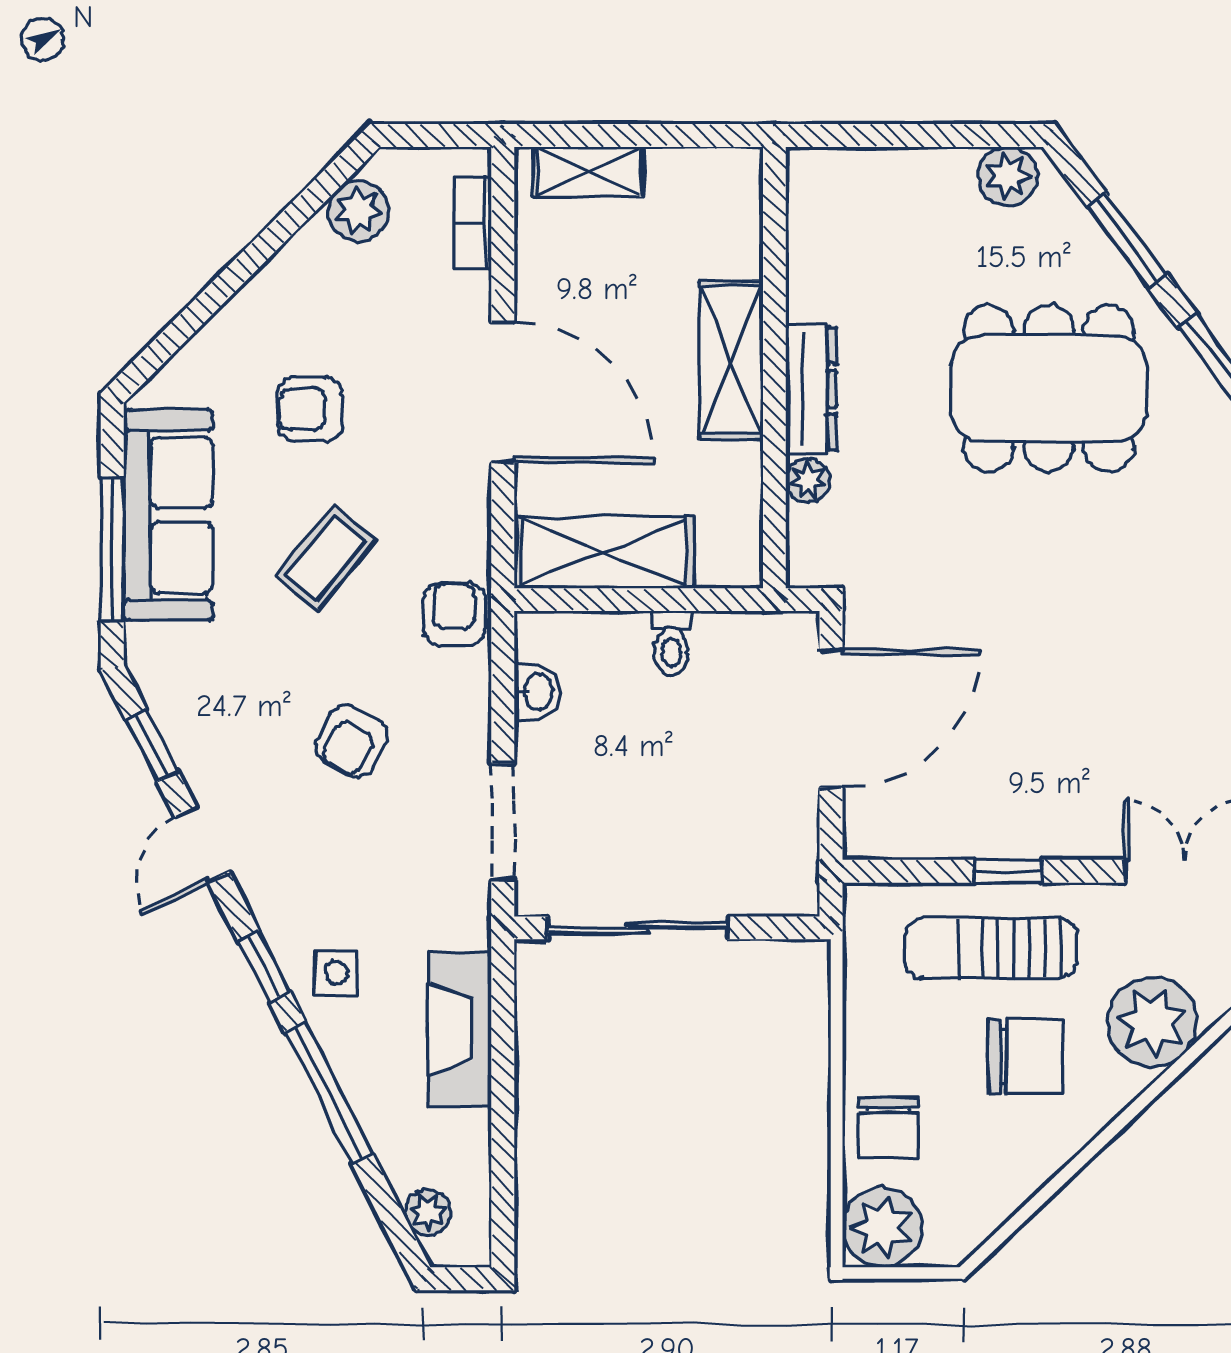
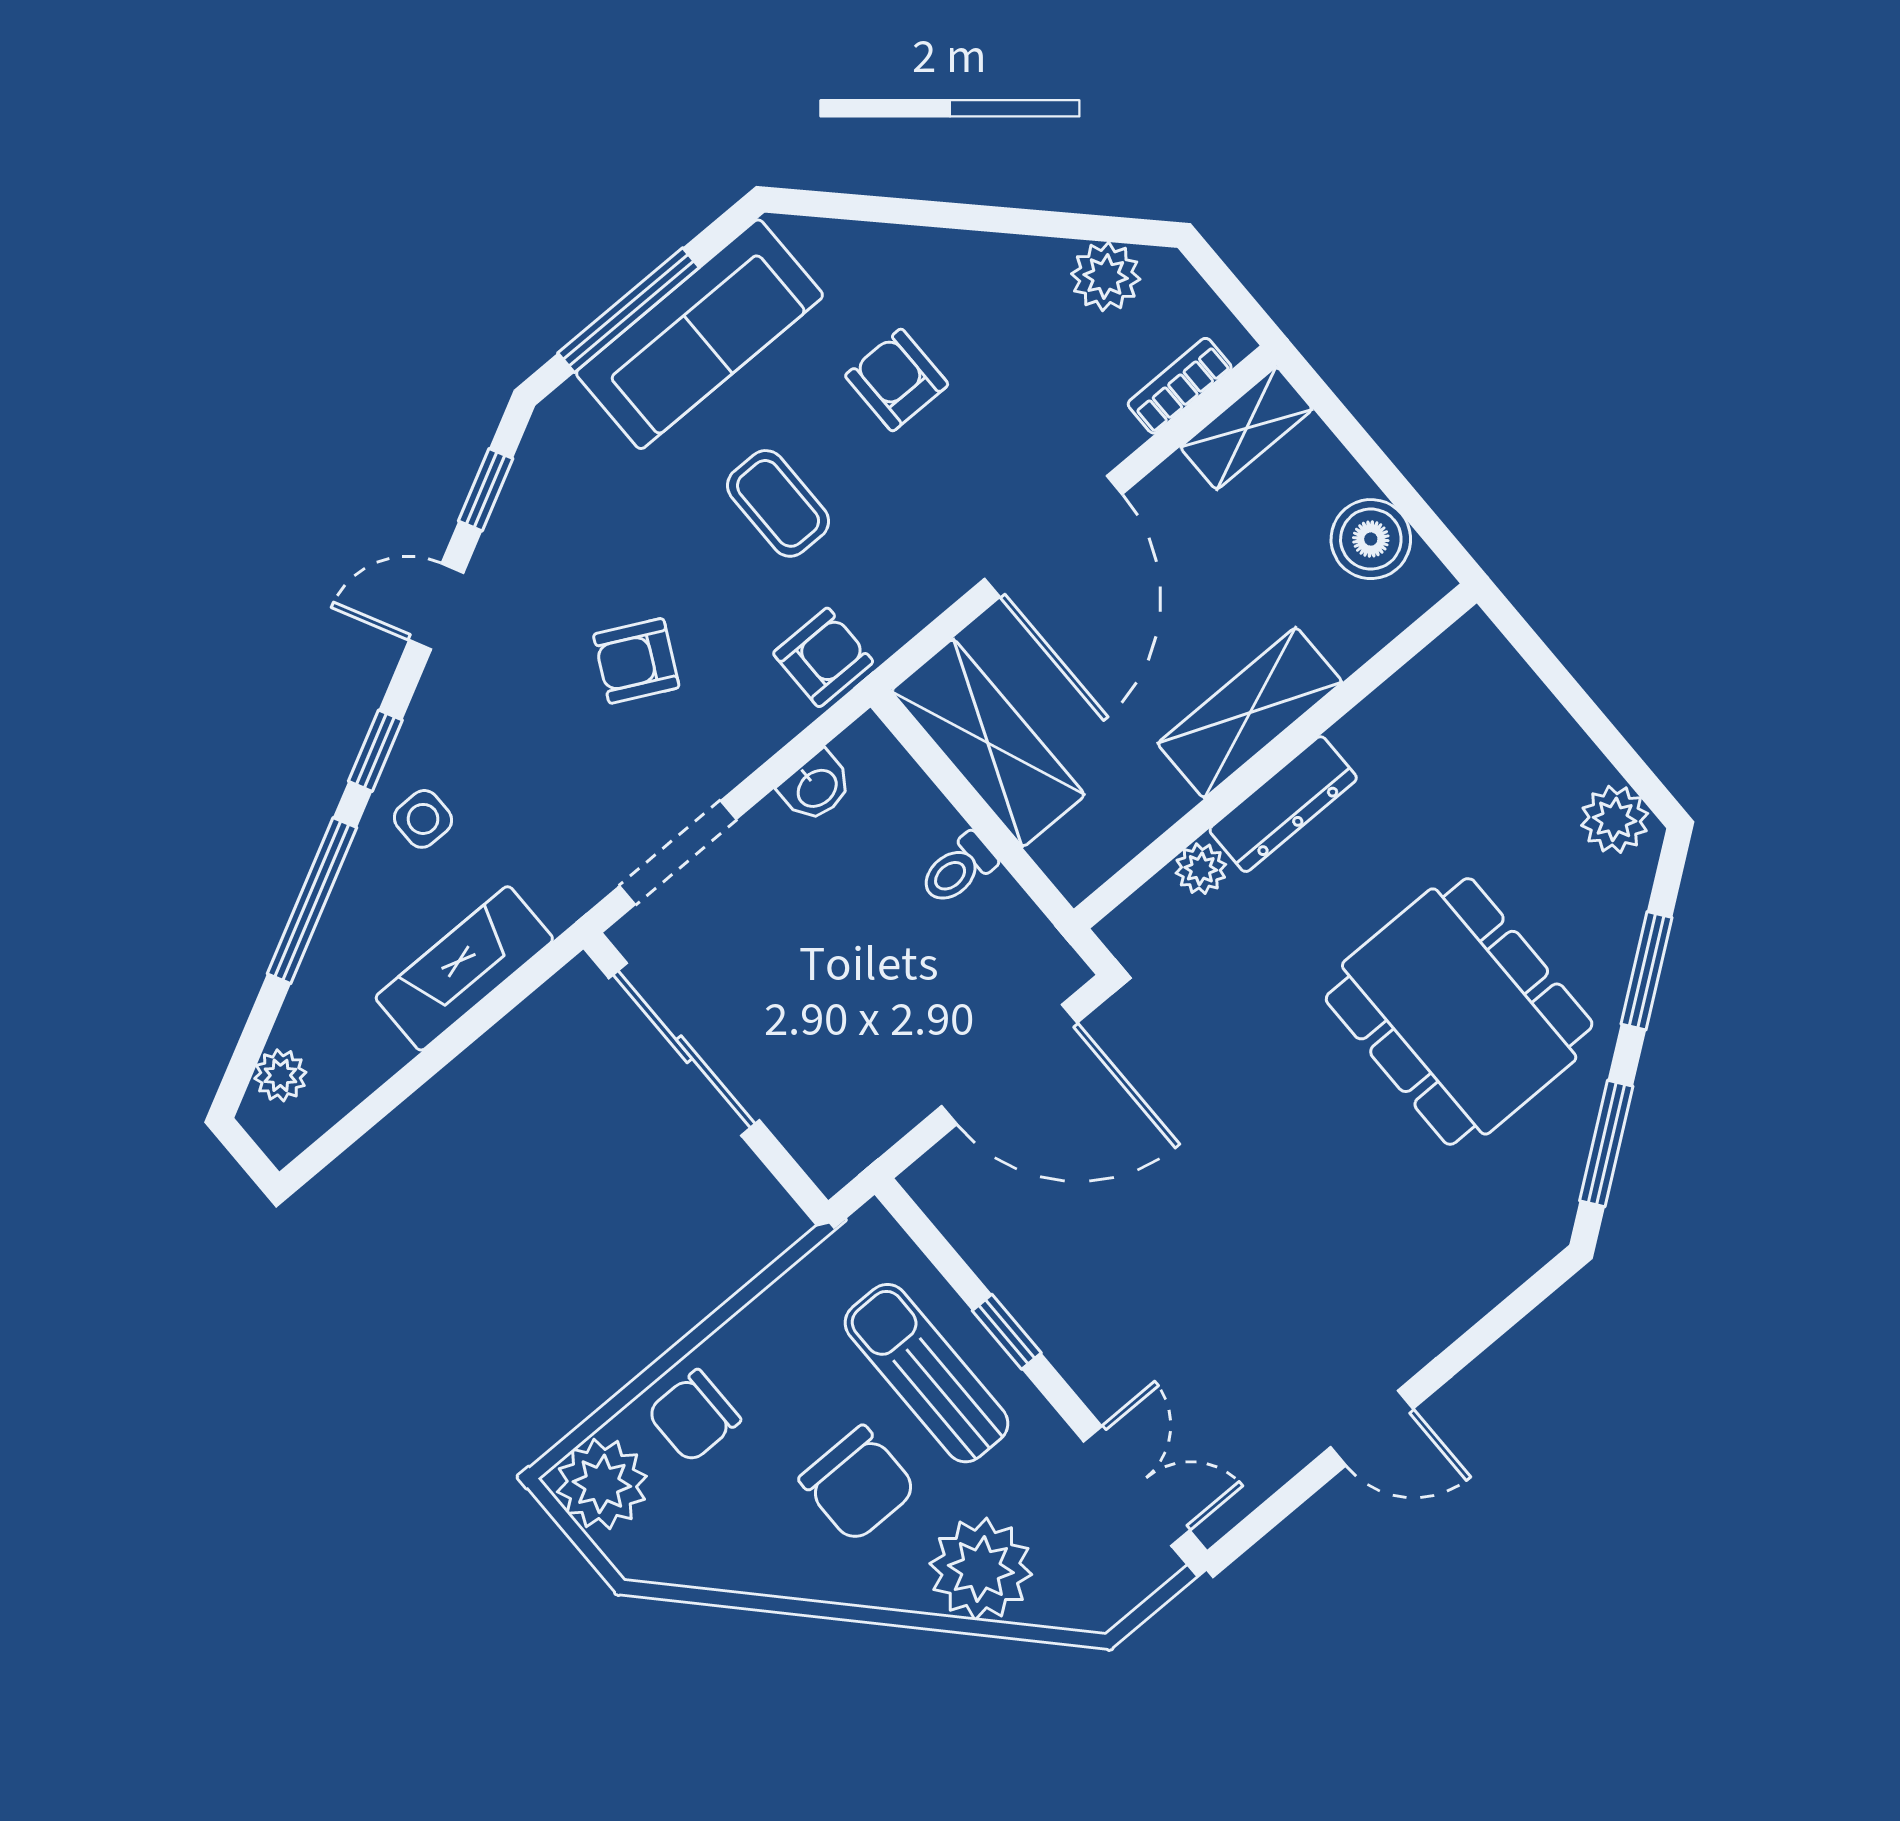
shelving: (589, 172) -> (1246, 428), moved, turned 90
boiler: (683, 181) -> (1371, 539), added
coffee table: (326, 558) -> (778, 503), turned 51

